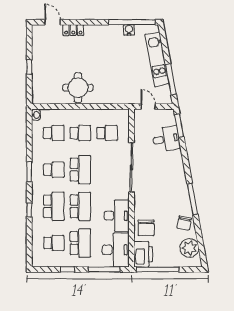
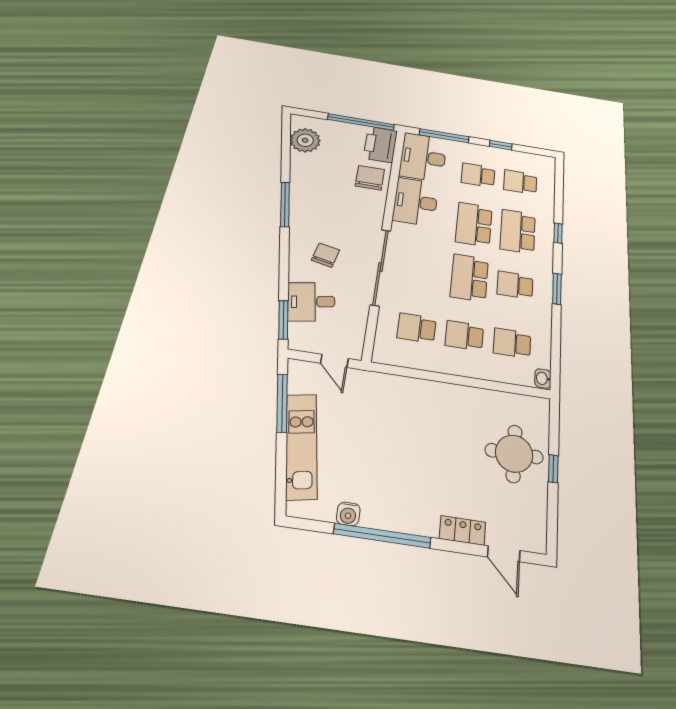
window: (132, 22) -> (382, 536), moved
round table: (78, 88) -> (514, 454), moved
chair: (184, 223) -> (326, 255), moved
school desk: (80, 243) -> (478, 175), width x0.54

